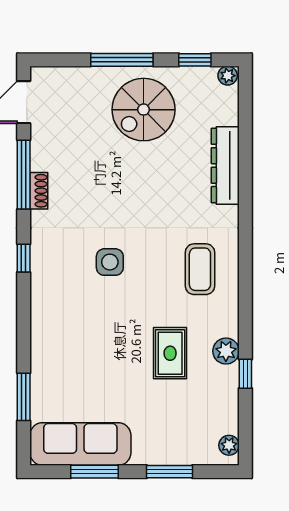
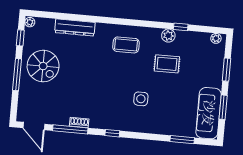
side table: (110, 262) -> (141, 99), moved

